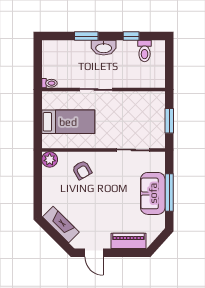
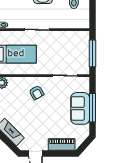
window: (169, 121) -> (93, 53), width x1.44
armchair: (82, 170) -> (36, 93), moved

